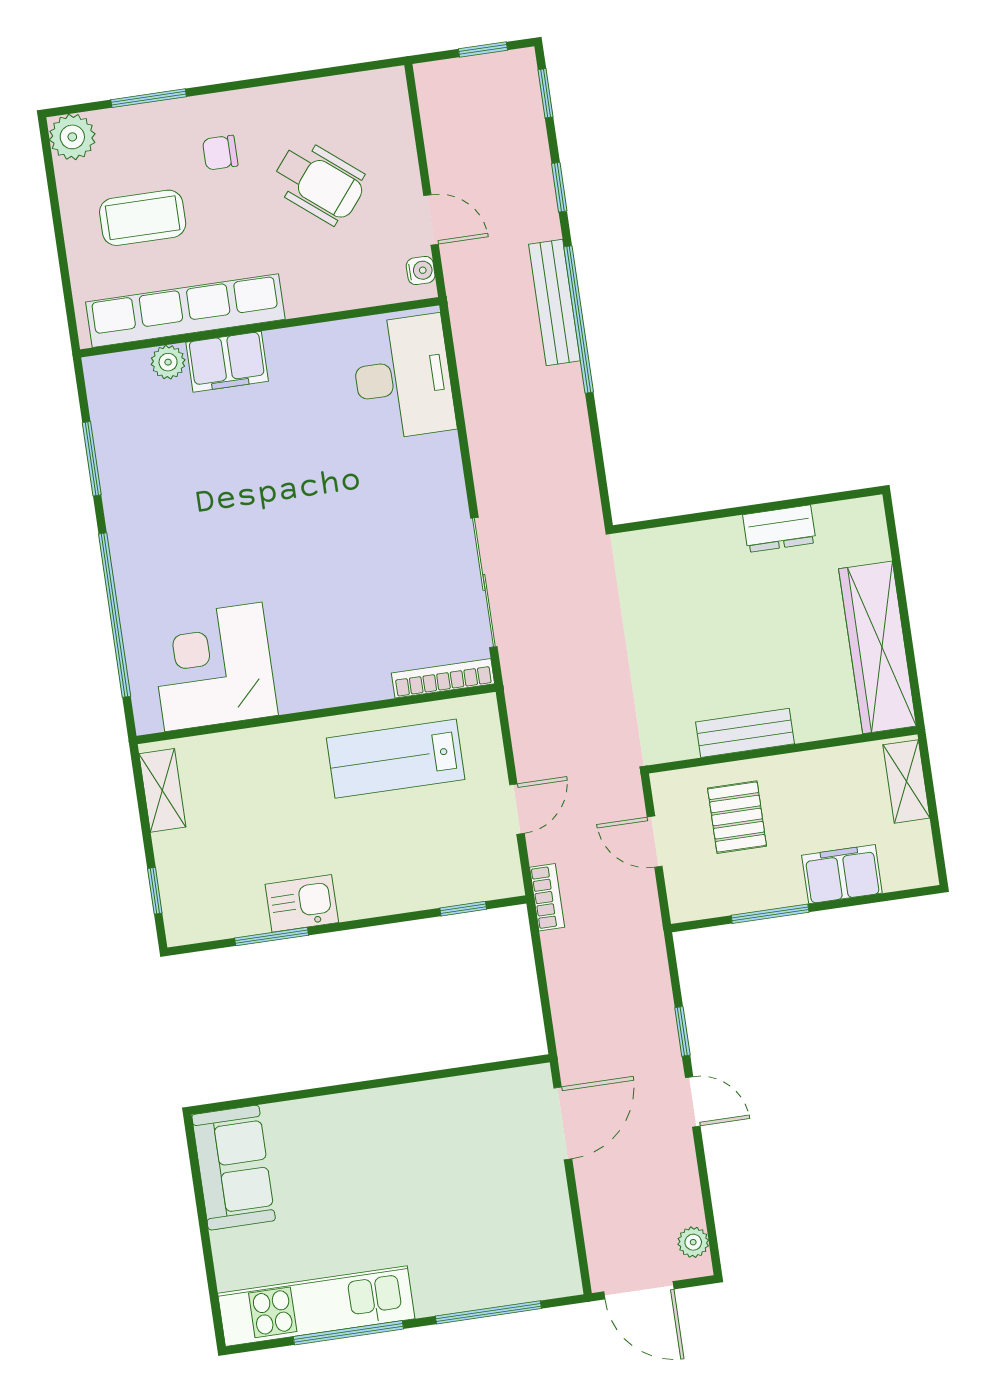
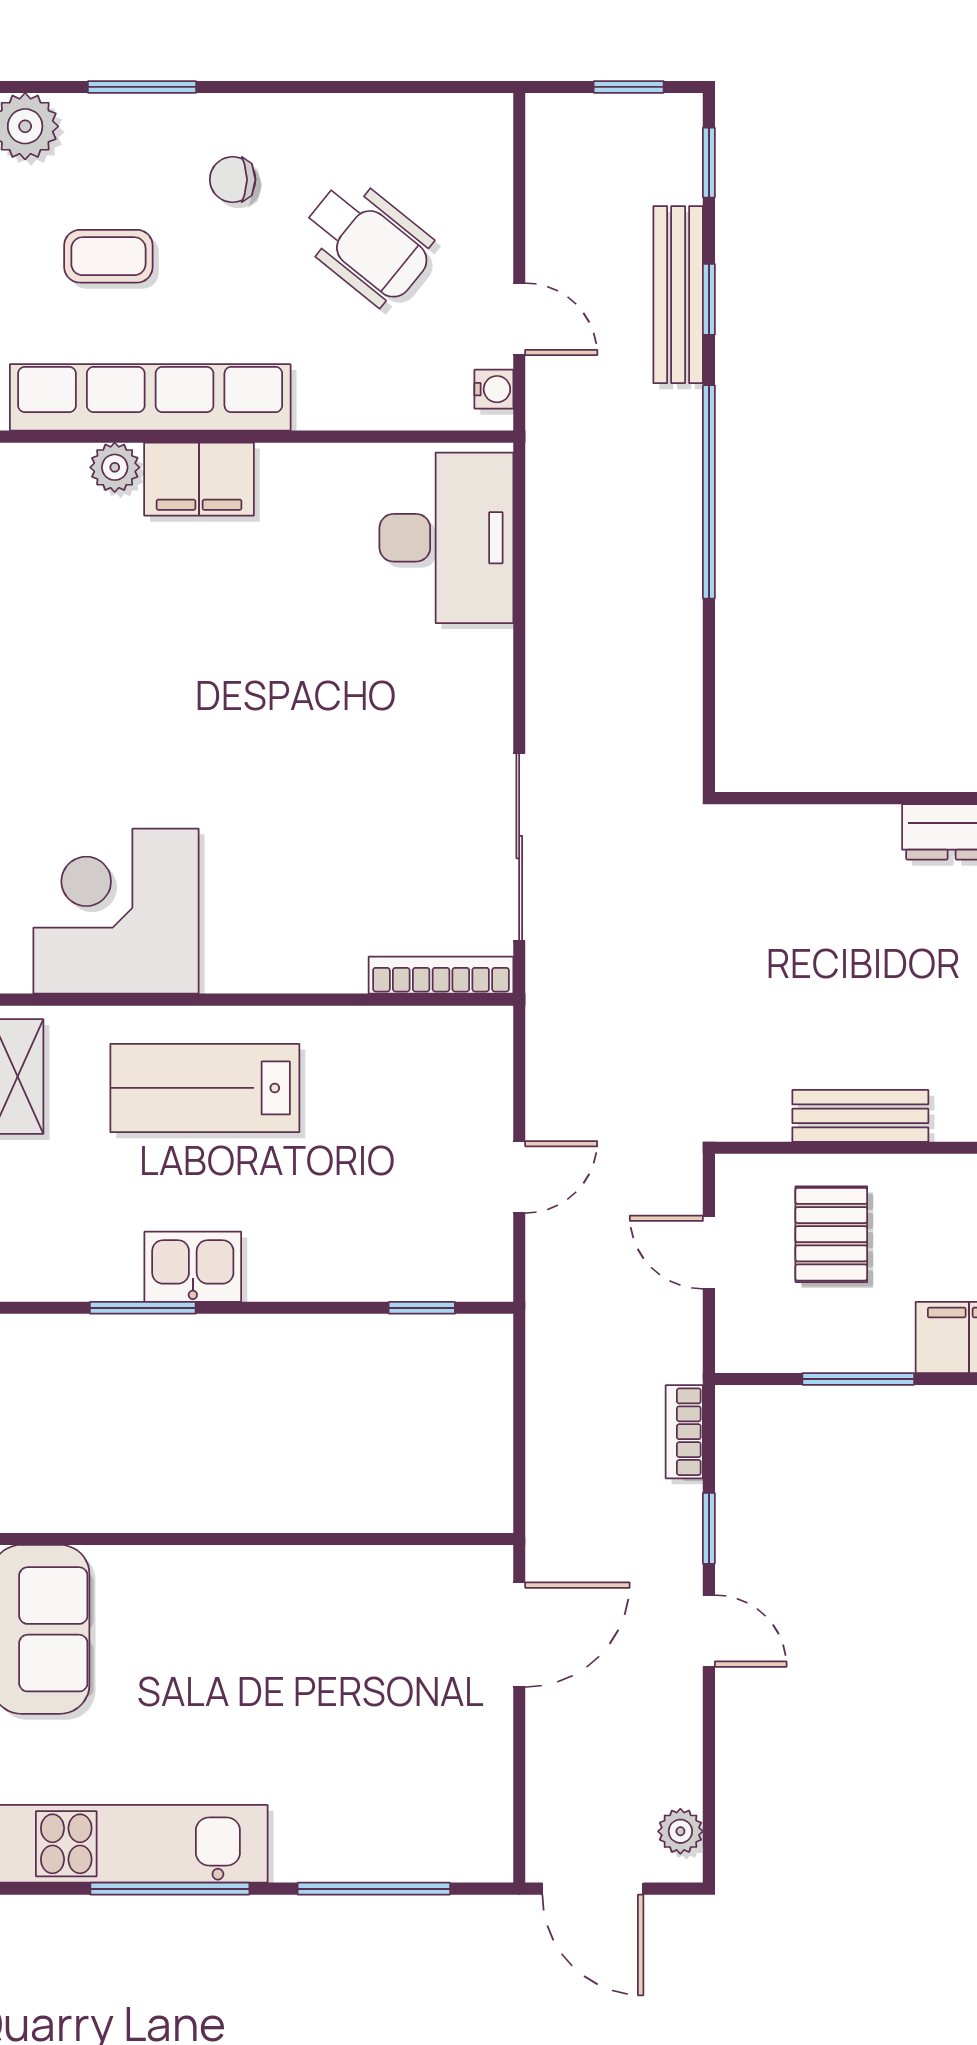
coffee table: (143, 218) -> (108, 256), width x0.73, depth x0.77
bench: (555, 302) -> (678, 295), moved
lab bench: (396, 759) -> (205, 1088), moved
bookcase: (547, 897) -> (684, 1432), moved, turned 180

